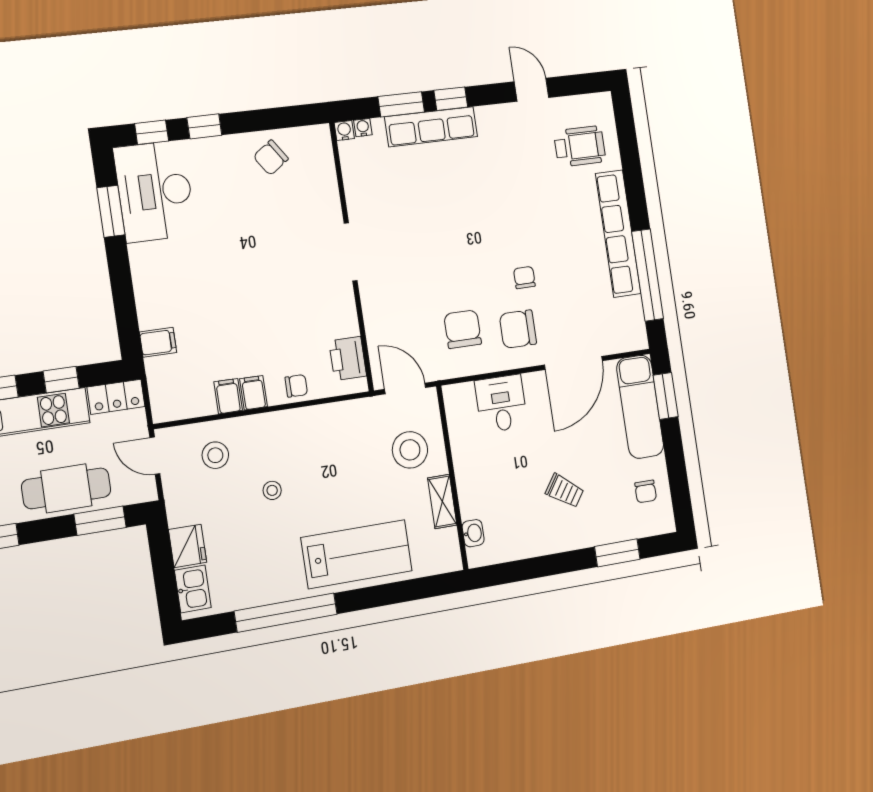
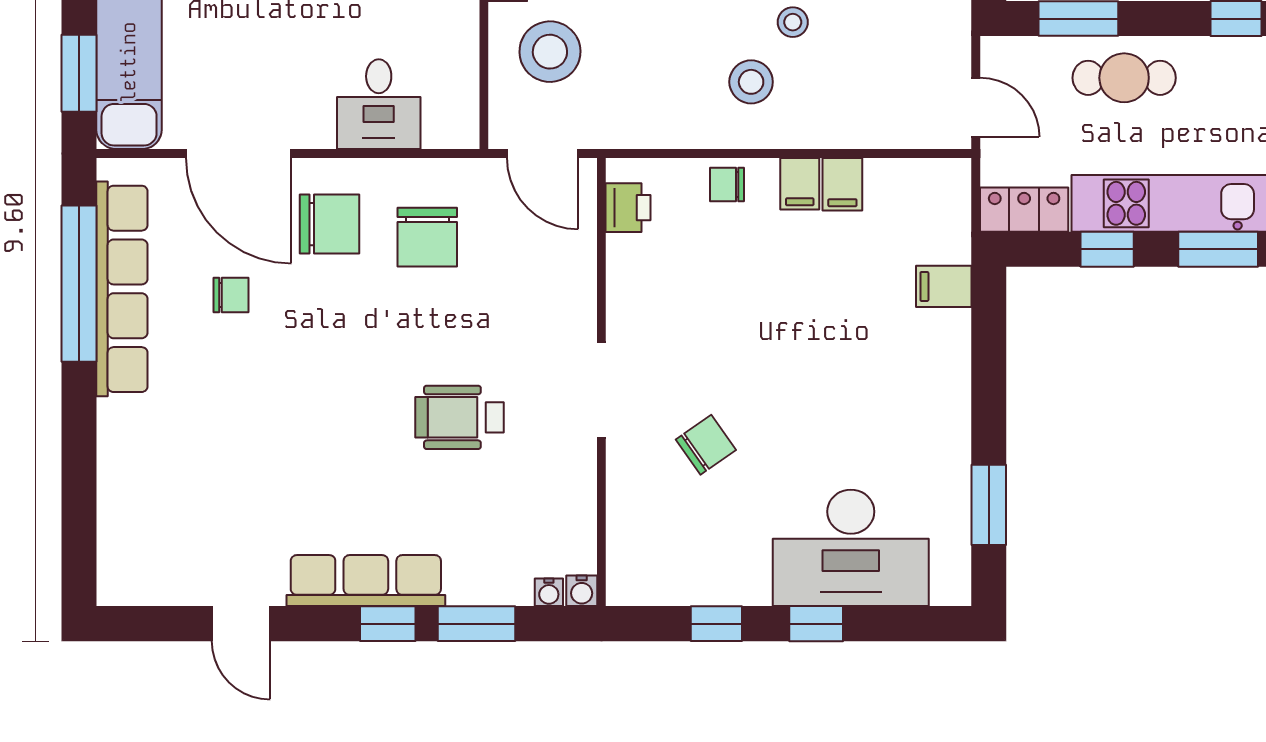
row of seats: (431, 127) -> (366, 581), moved
window: (152, 132) -> (716, 624), moved
wheelchair: (580, 146) -> (460, 417), moved
chair: (271, 158) -> (706, 445), moved
desk: (155, 191) -> (851, 548), moved, turned 90
row of seats: (618, 234) -> (122, 289), moved
chair: (524, 278) -> (231, 295), moved, turned -90
printer: (348, 358) -> (628, 208), width x0.73, depth x0.81
door: (574, 363) -> (239, 153), swing flipped
stool: (215, 455) -> (751, 82), moved
cafe table: (66, 488) -> (1124, 78), width x0.73, depth x0.74

